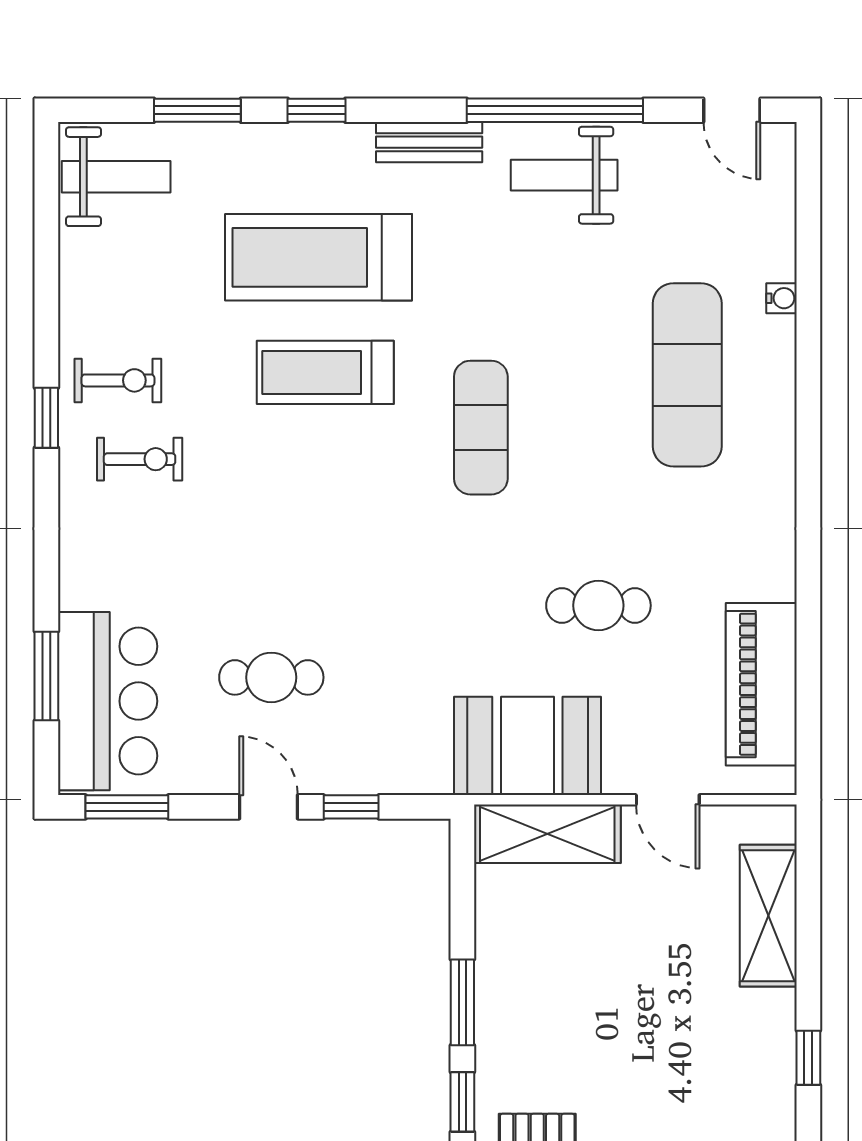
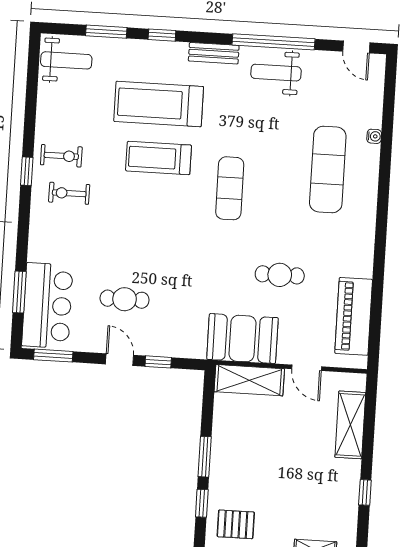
exercise bike: (140, 459) -> (69, 193), turned 180

